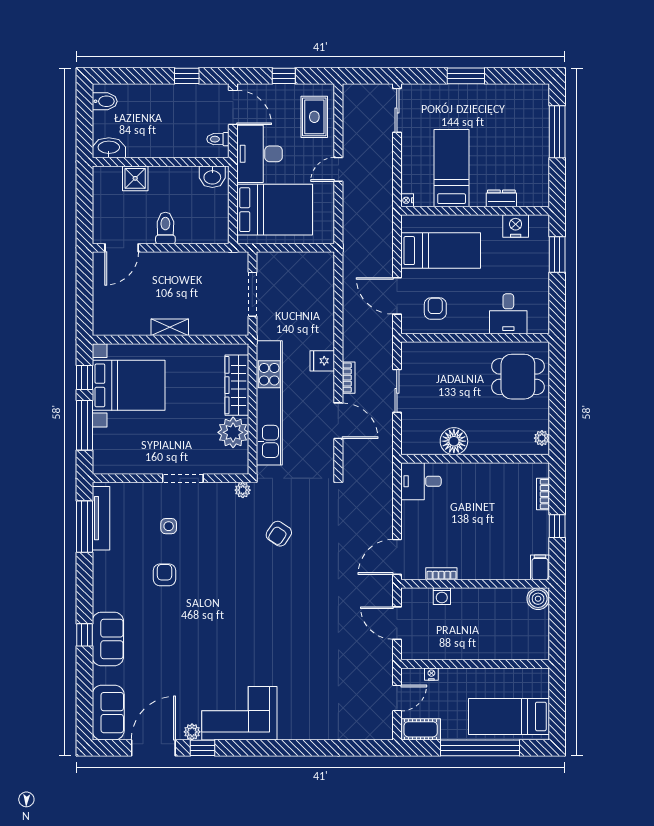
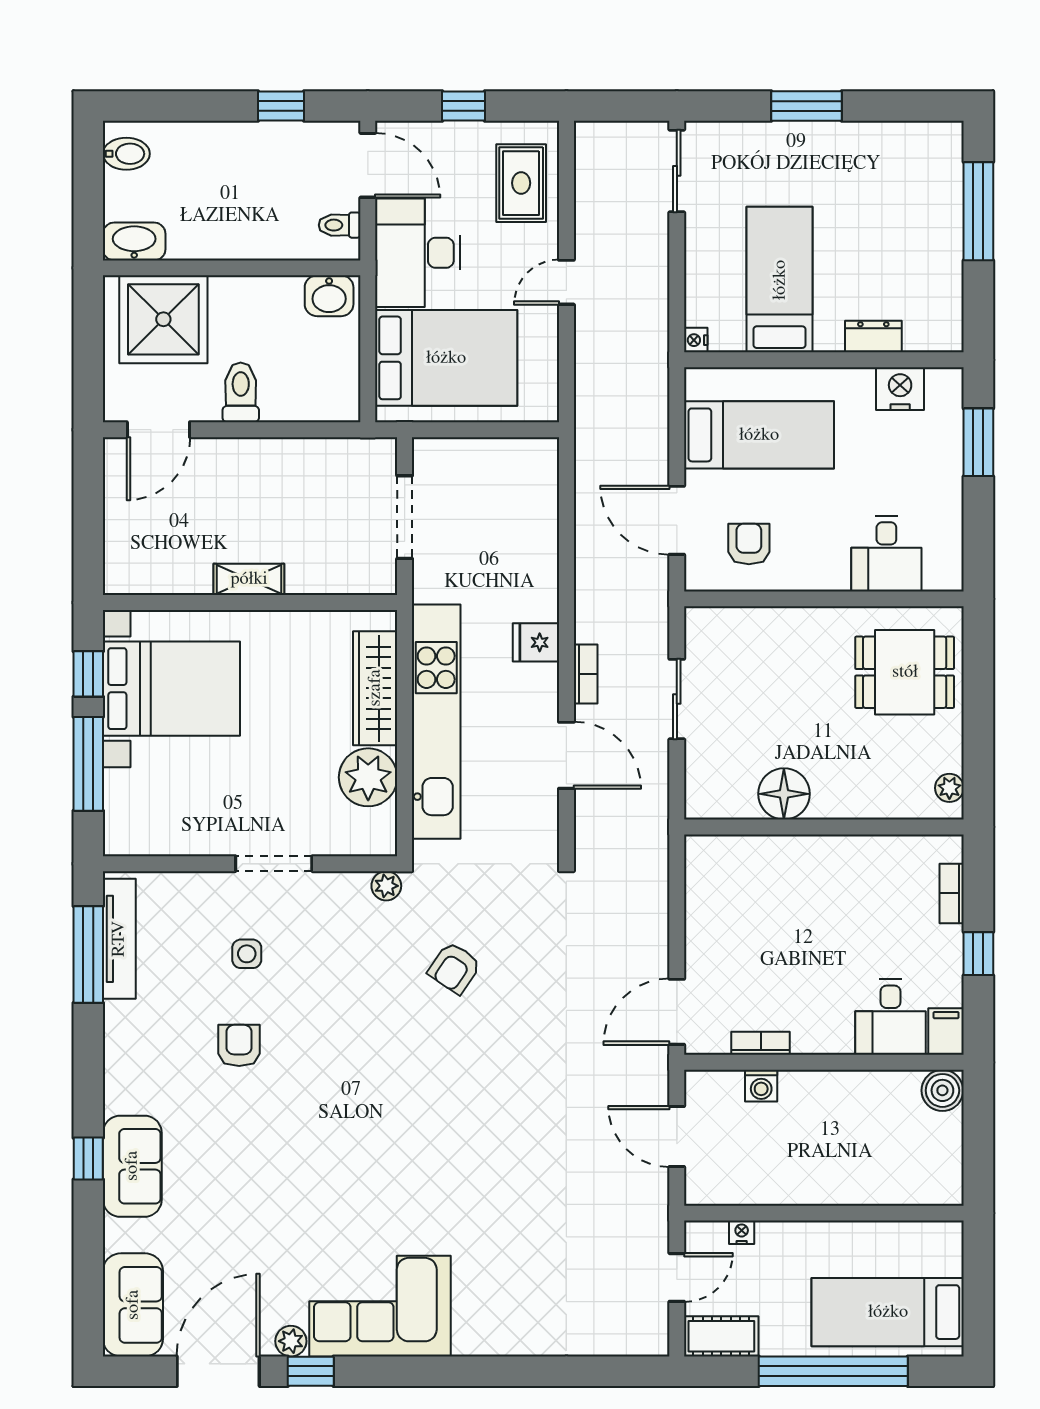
shower: (135, 178) -> (163, 319), width x1.86, depth x1.86
desk: (421, 481) -> (891, 1017), moved, turned -90

